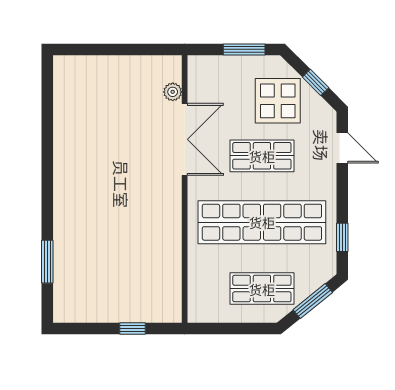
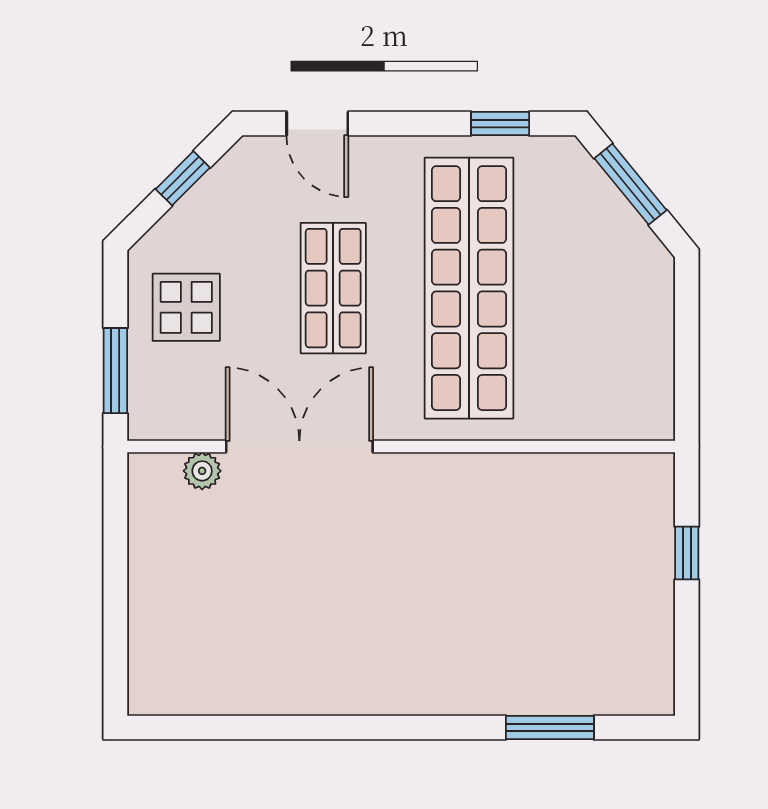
window: (244, 49) -> (115, 371), moved
display table: (278, 101) -> (186, 307), moved, width x0.73, depth x0.73
door: (342, 148) -> (317, 124), swing flipped
shop shelf: (262, 289) -> (605, 288), removed

